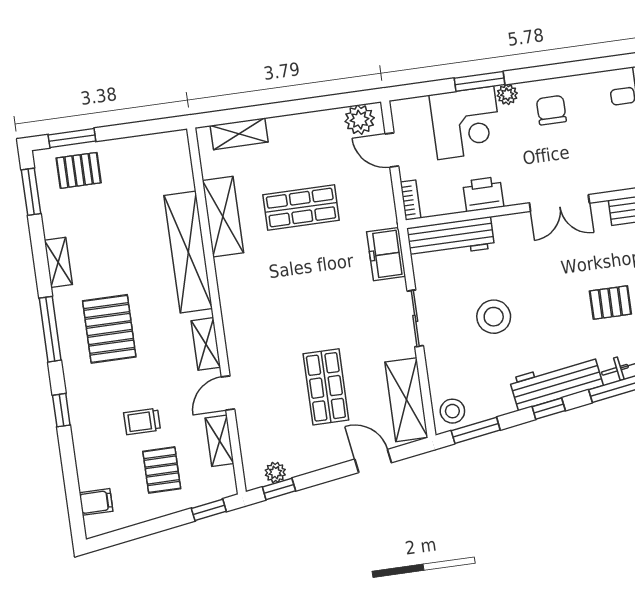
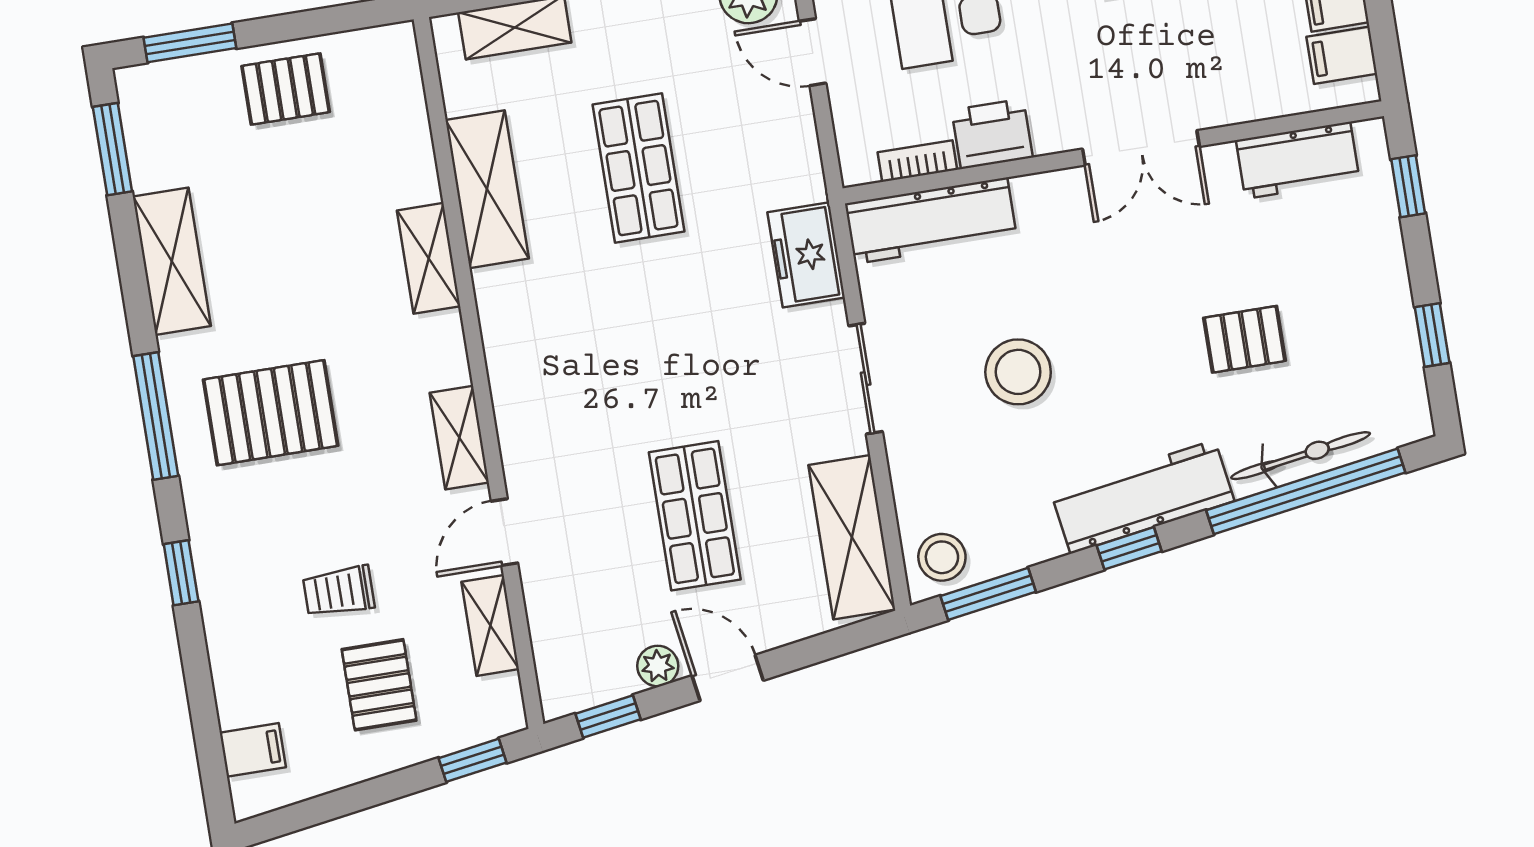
pallet: (79, 170) -> (286, 89), moved
bookcase: (411, 200) -> (917, 161), moved, turned -90
shop shelf: (301, 208) -> (638, 168), turned 90
shelving: (188, 252) -> (429, 258), width x0.45, depth x0.75
shelving: (58, 262) -> (172, 261), width x1.50, depth x1.33
pallet: (109, 329) -> (271, 413), turned 90
door: (373, 461) -> (728, 678), moved
plant: (275, 472) -> (658, 666), moved

